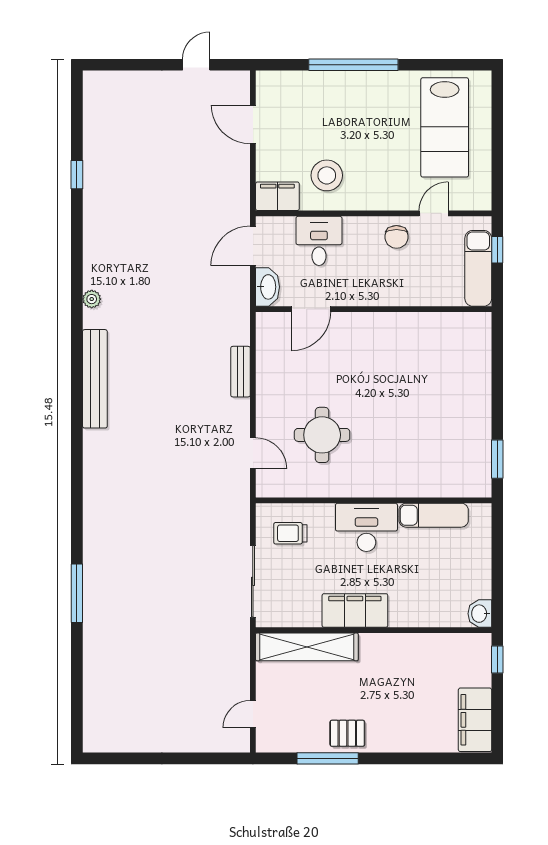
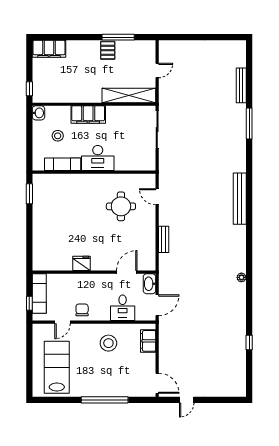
door: (253, 125) -> (157, 383), moved
stool: (327, 175) -> (108, 343), moved
filing cabinet: (277, 196) -> (148, 341), moved, turned 90
fridge: (397, 326) -> (82, 263), added
bench: (95, 379) -> (240, 199), moved
trolley: (290, 533) -> (138, 155), removed
stool: (443, 570) -> (58, 136), added
filing cabinet: (355, 610) -> (88, 114), moved
bench: (92, 666) -> (241, 85), added
door: (253, 714) -> (157, 71), moved
filing cabinet: (475, 720) -> (49, 49), moved, turned 90
pallet: (347, 733) -> (108, 50), turned 90

